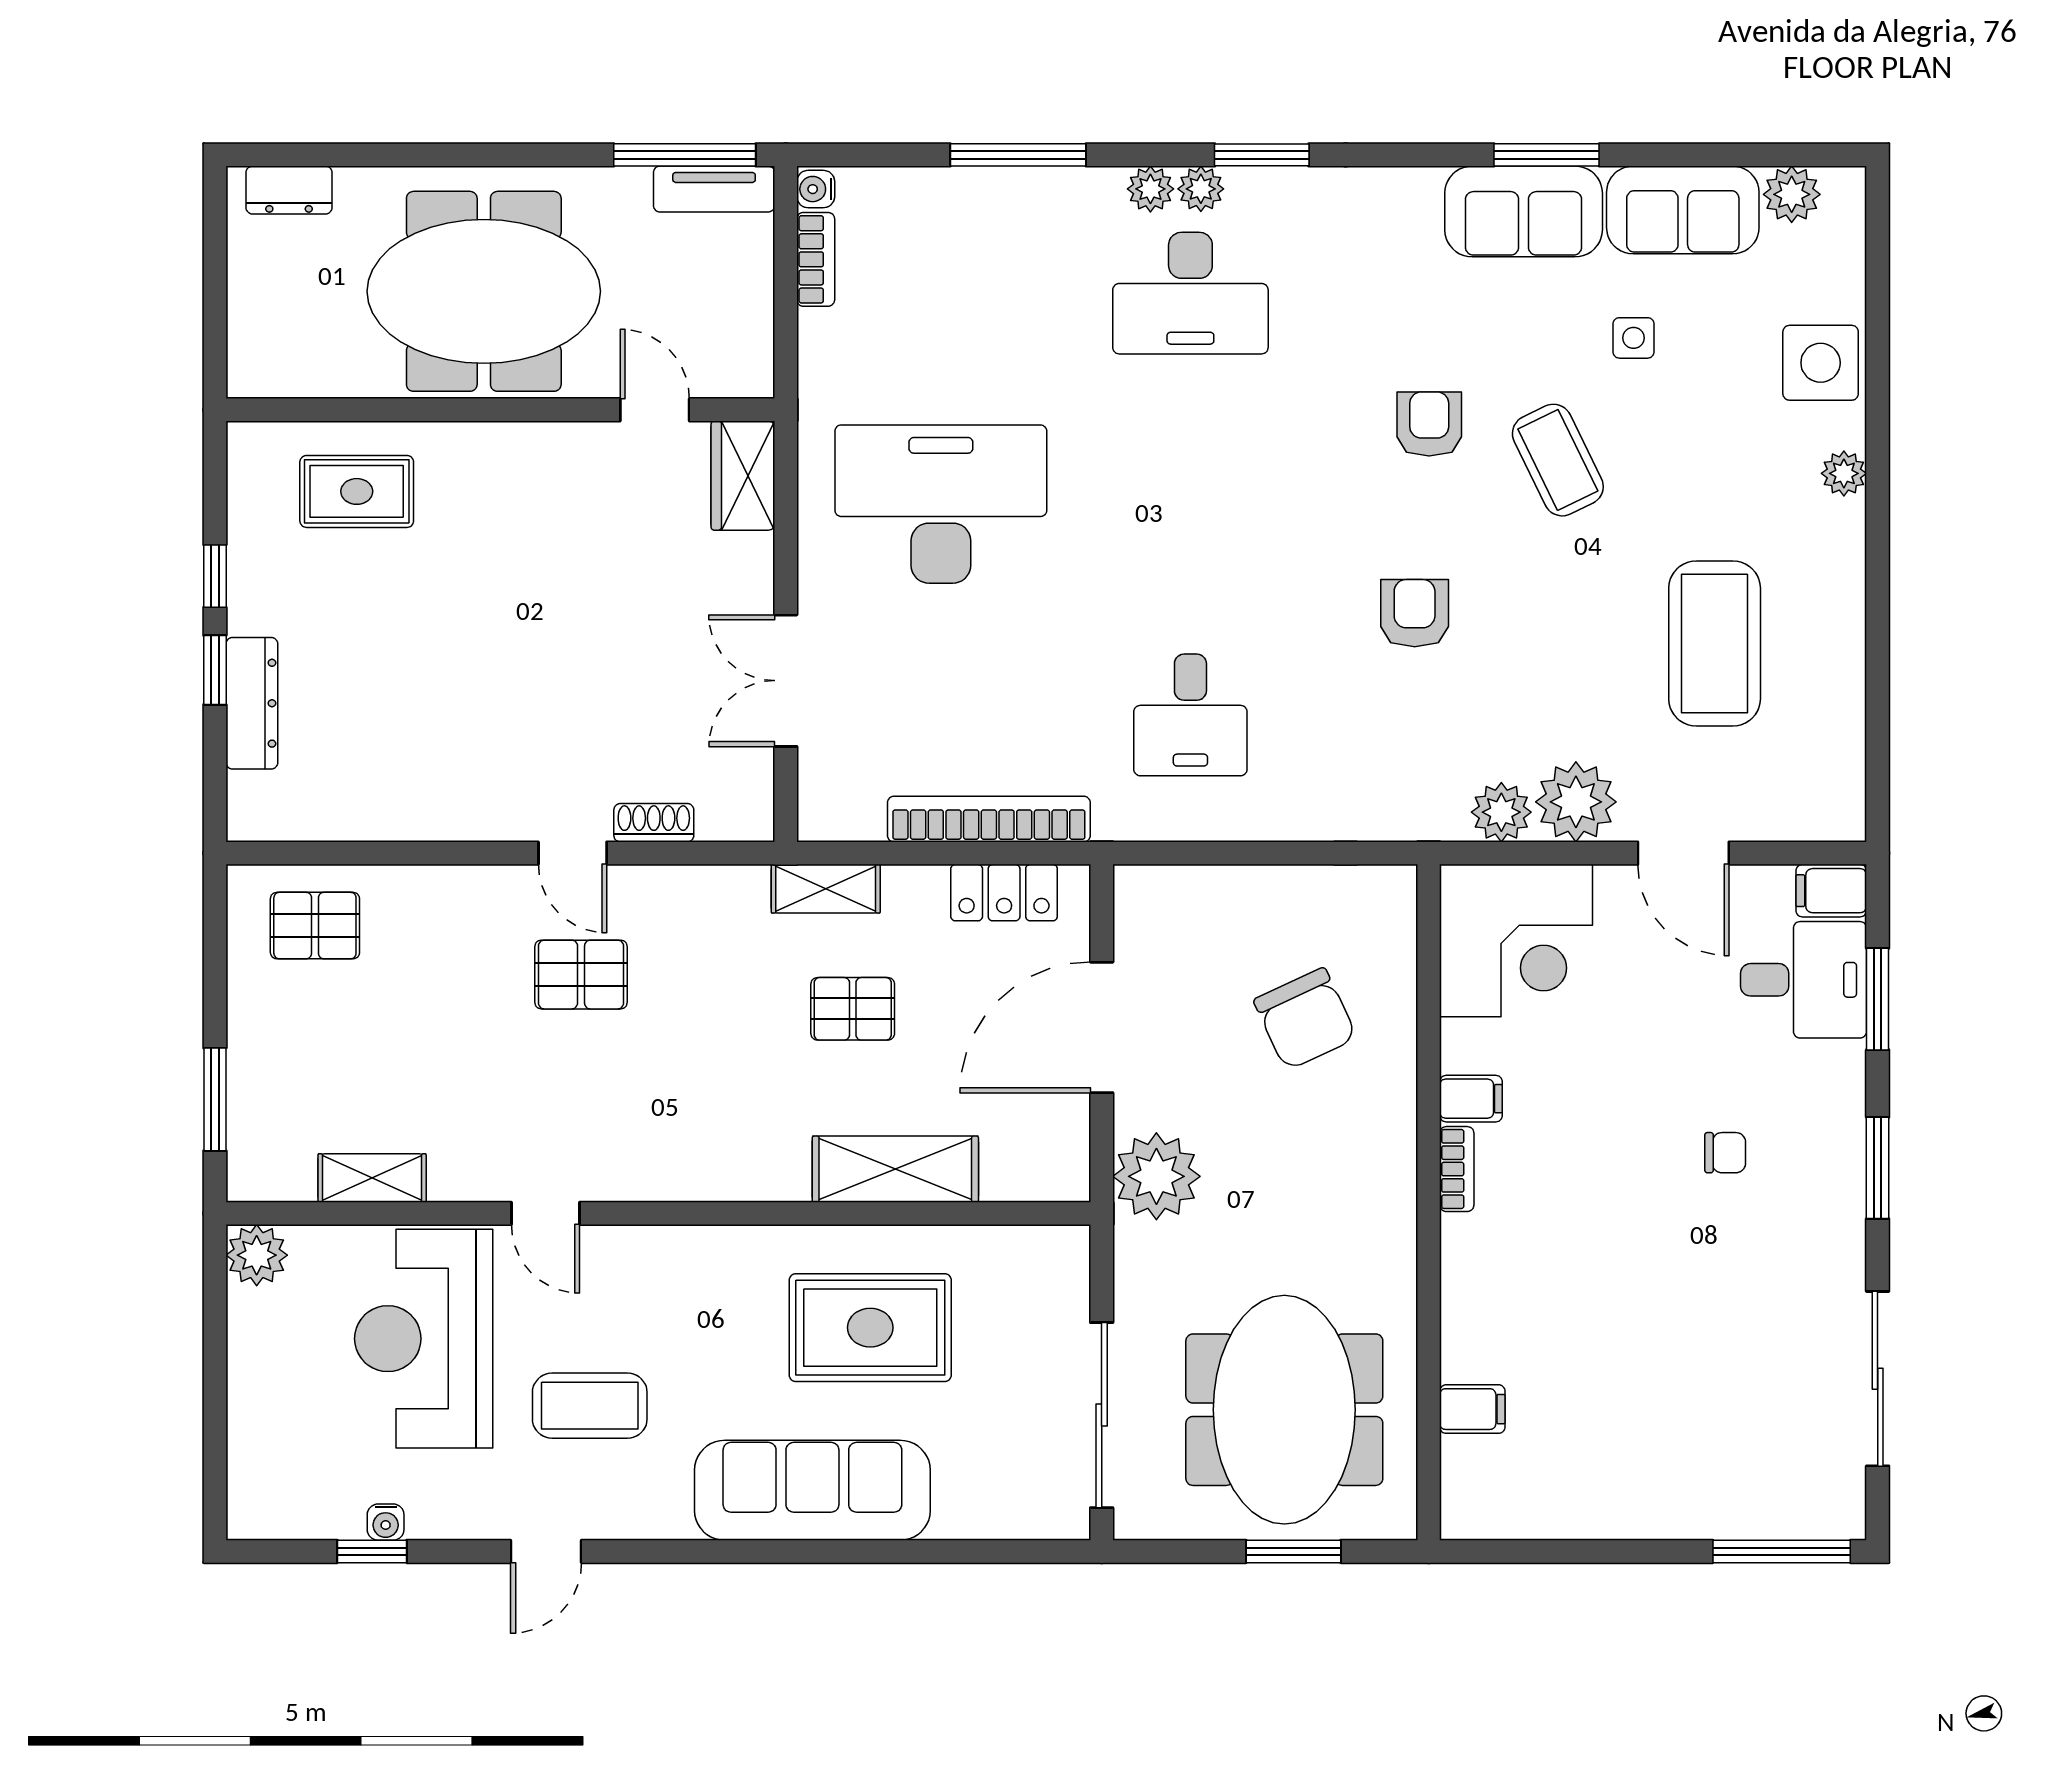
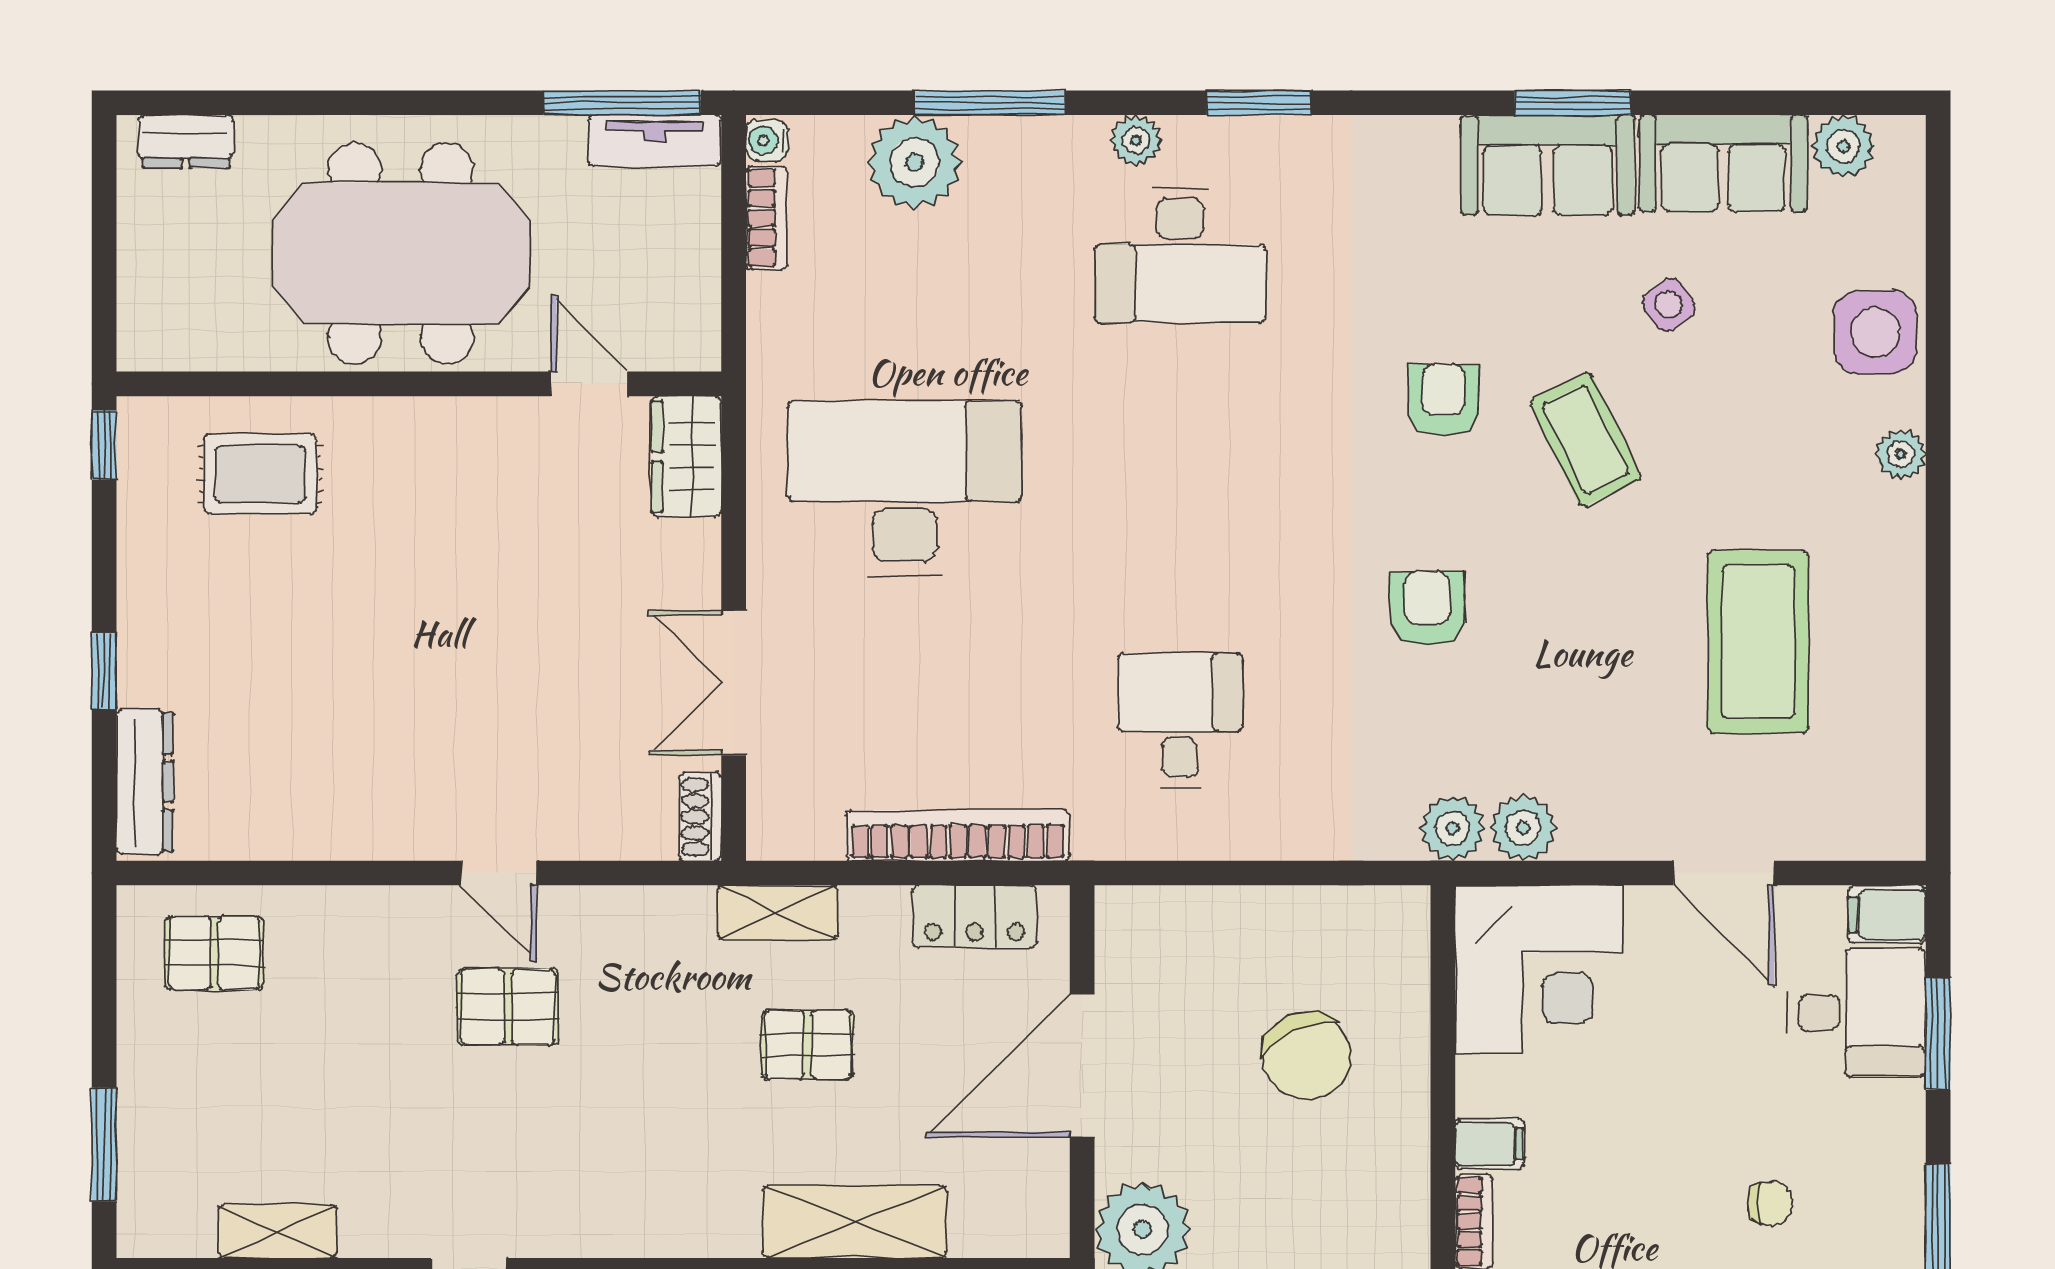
plant: (1201, 189) -> (915, 162), moved, width x1.88, depth x1.88
side table: (1633, 338) -> (1669, 305), turned -35
window: (215, 576) -> (104, 445), moved
dresser: (252, 703) -> (145, 782), moved
desk: (1190, 715) -> (1180, 721), turned 180
plant: (1576, 802) -> (1453, 828), moved, width x0.73, depth x0.73
shoe rack: (654, 823) -> (700, 817), moved, turned -90

